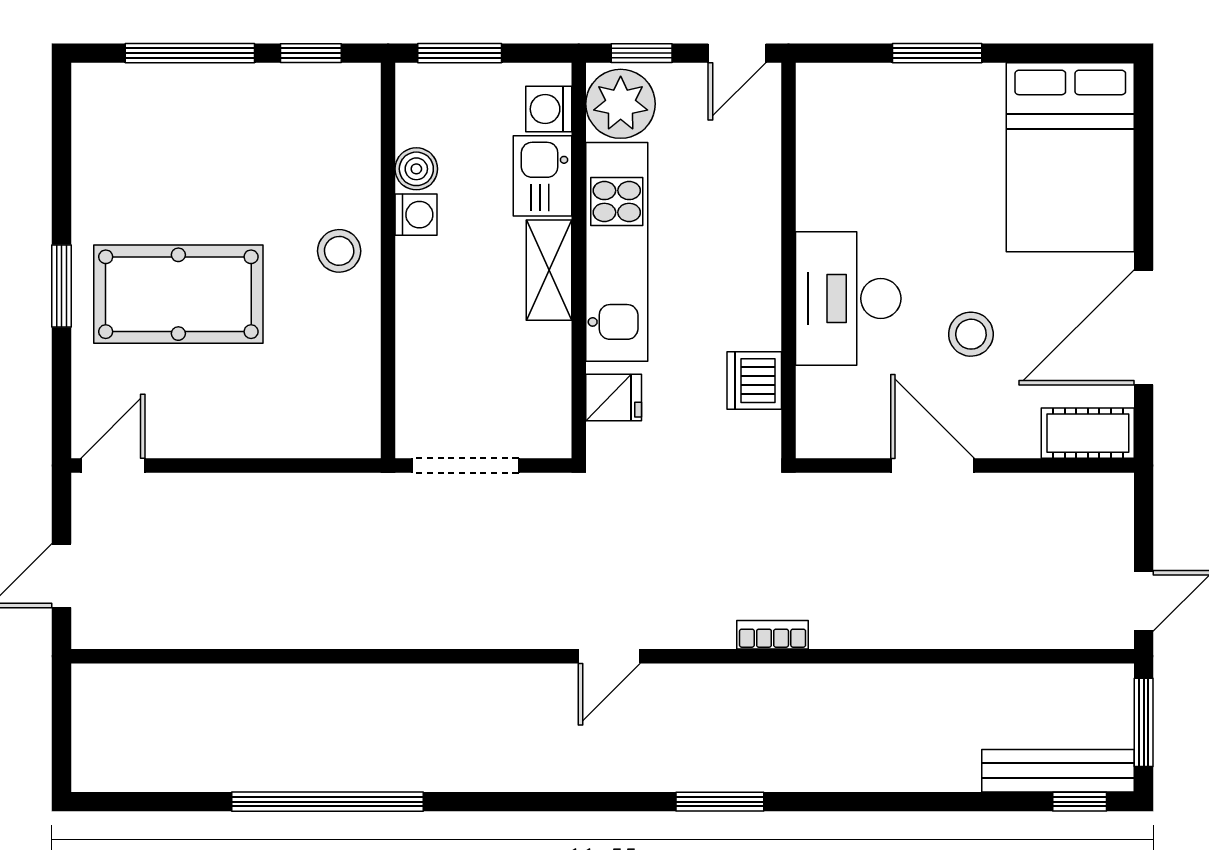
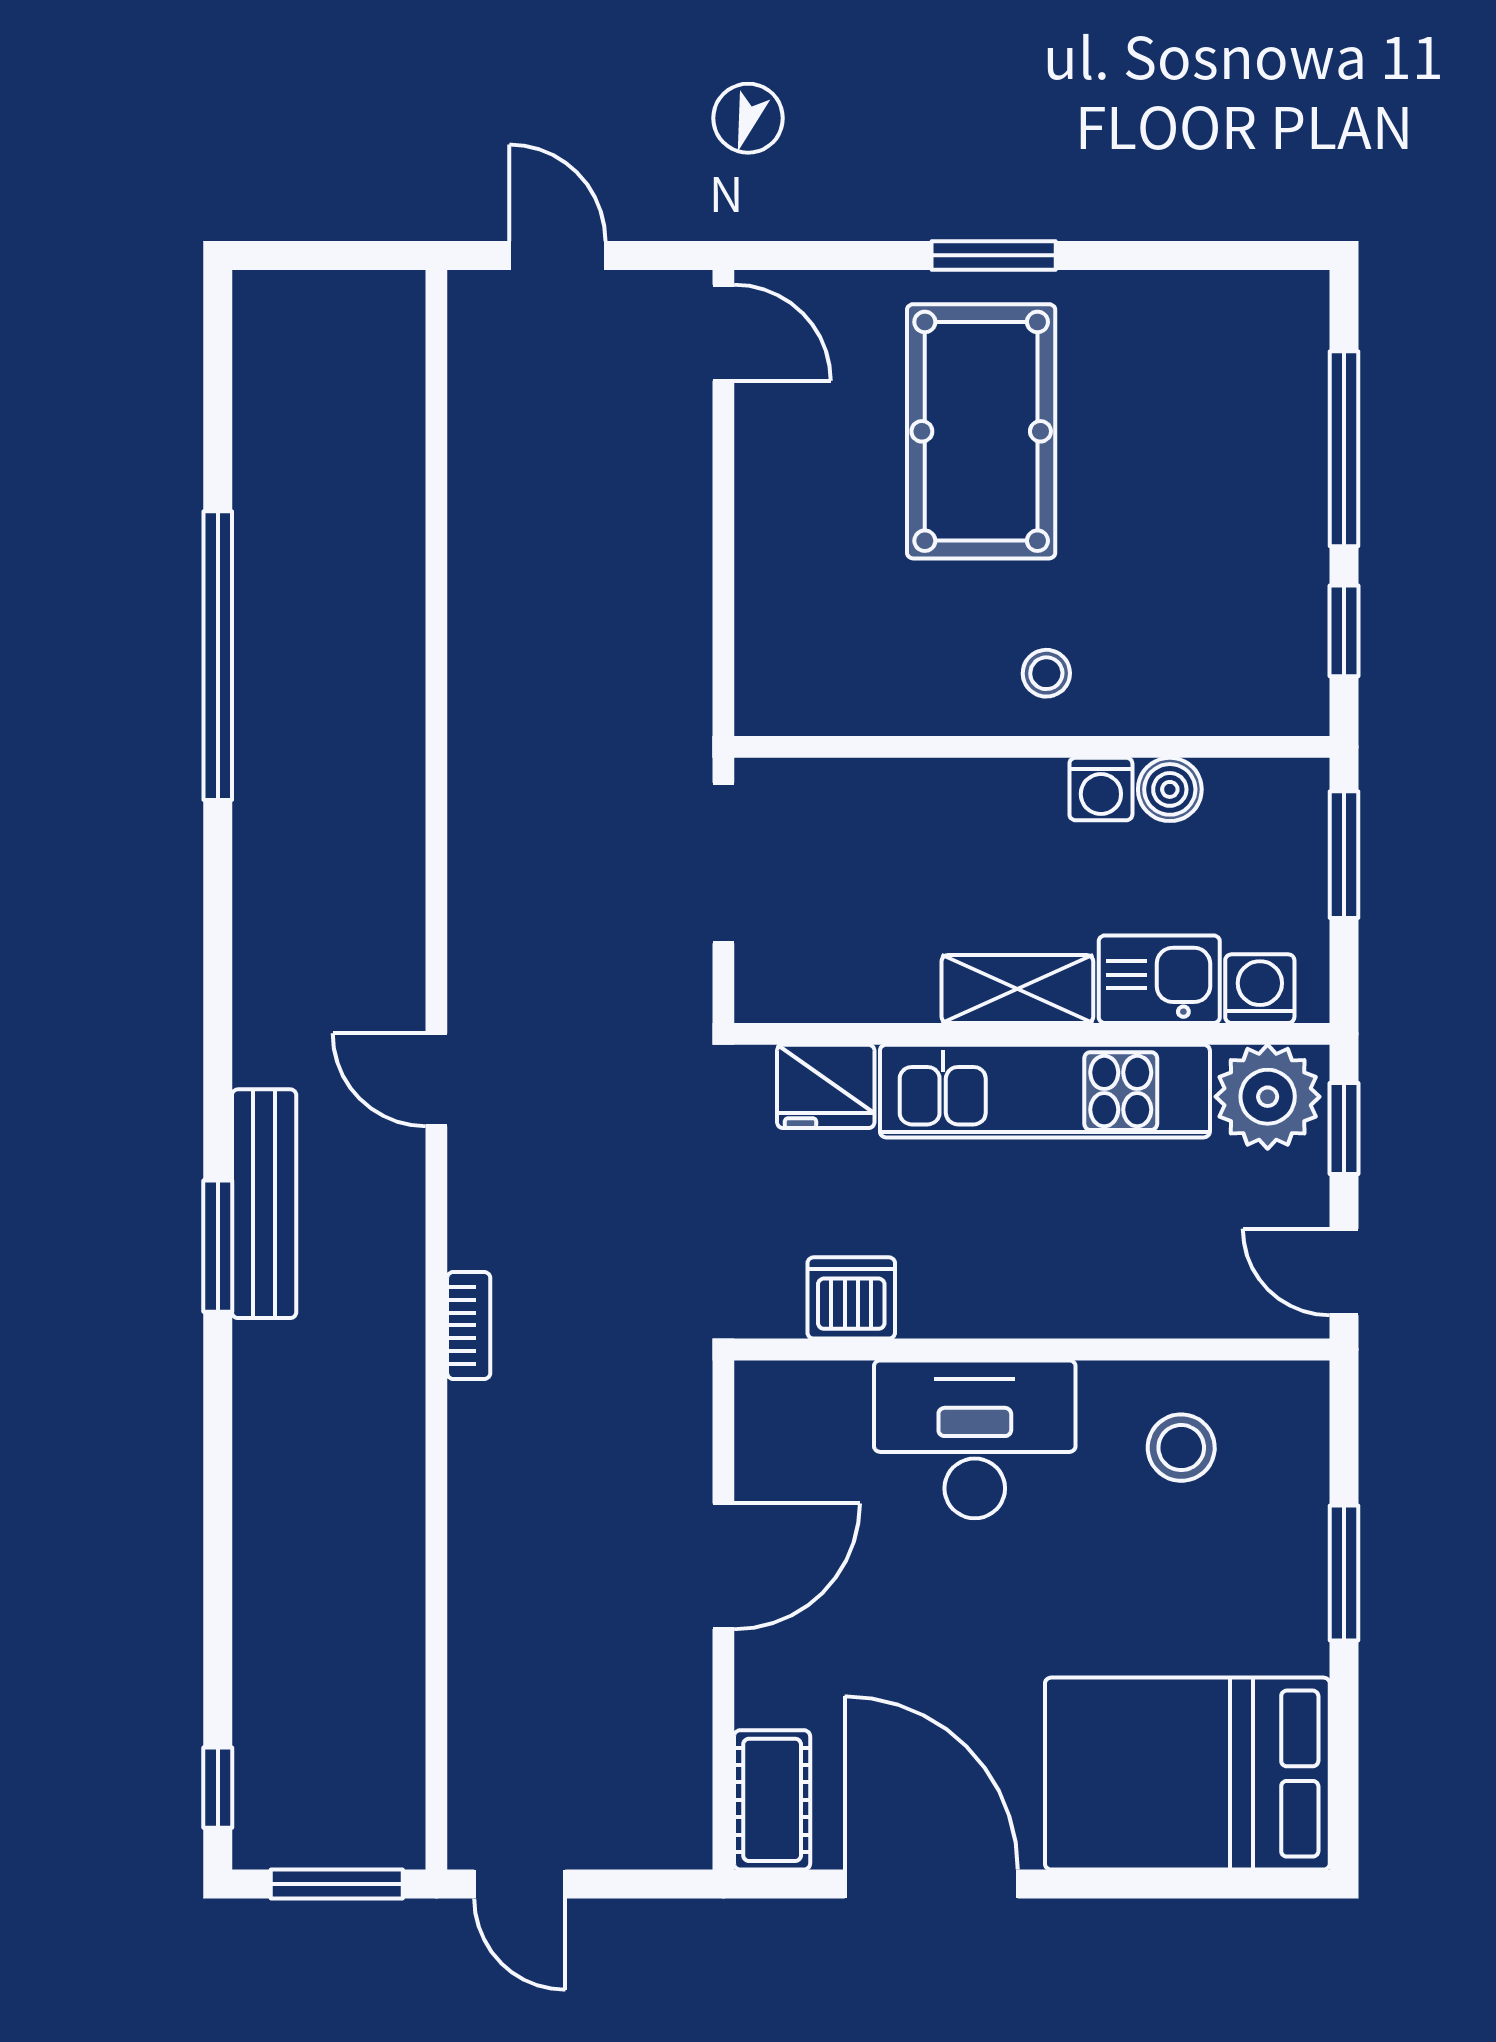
stool: (339, 251) -> (1046, 673), width x0.73, depth x0.73
stool: (971, 334) -> (1181, 1448), moved
fridge: (614, 397) -> (826, 1086), width x1.38
bench: (1058, 771) -> (264, 1204), moved

